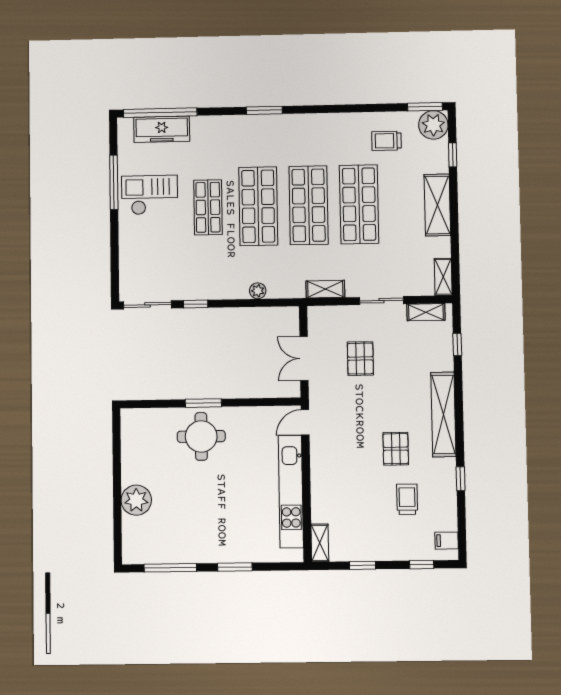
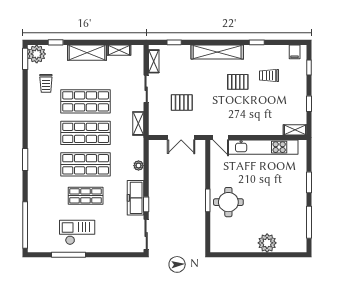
freezer: (162, 129) -> (135, 198), moved, turned 180
checkout: (150, 195) -> (77, 232), turned 90
shelving: (443, 277) -> (119, 50), moved

